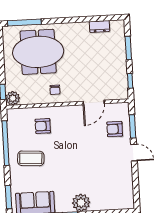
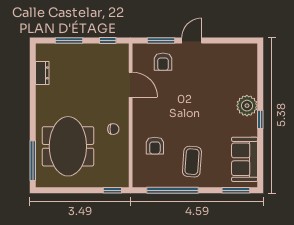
plant: (13, 98) -> (121, 179), removed

